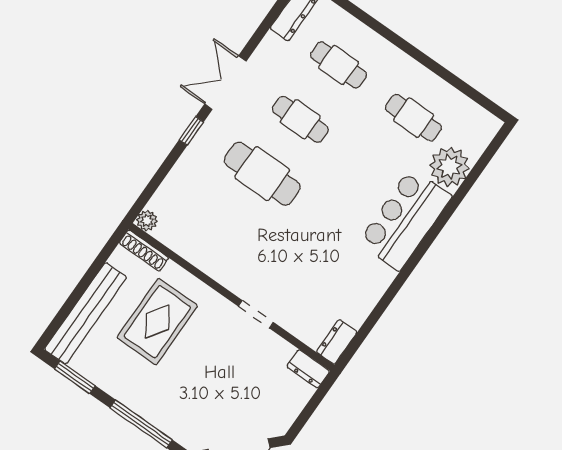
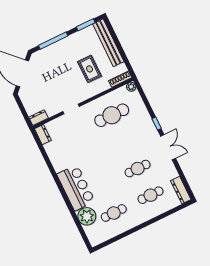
cafe table: (262, 174) -> (112, 115), moved
rug: (157, 322) -> (90, 69), width x0.73, depth x0.70

